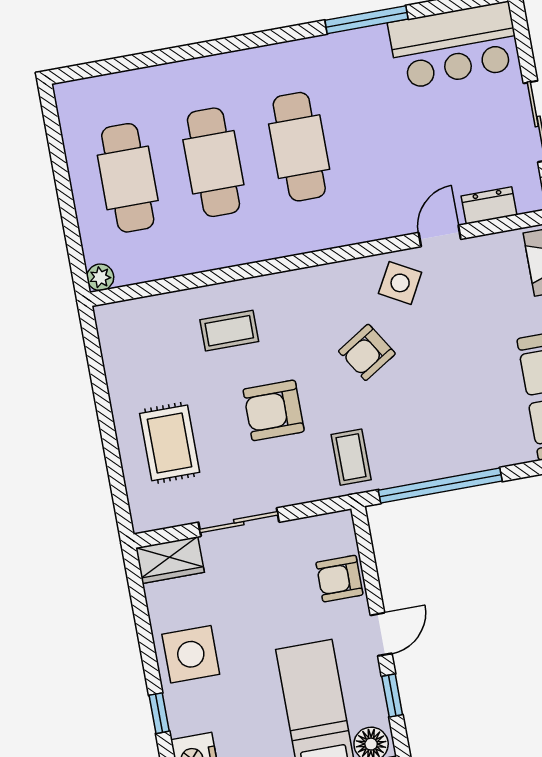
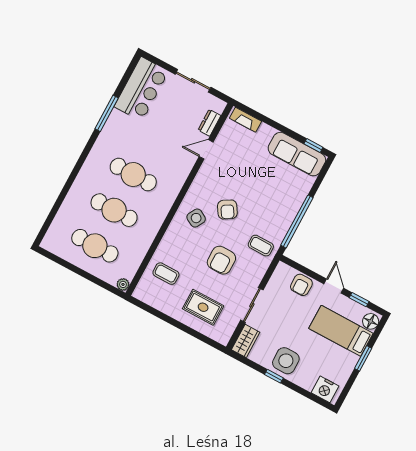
door: (440, 236) -> (206, 149), hinge flipped
side table: (400, 283) -> (196, 218), moved
coffee table: (229, 331) -> (166, 274), moved, turned 90
window: (159, 713) -> (274, 376), moved

